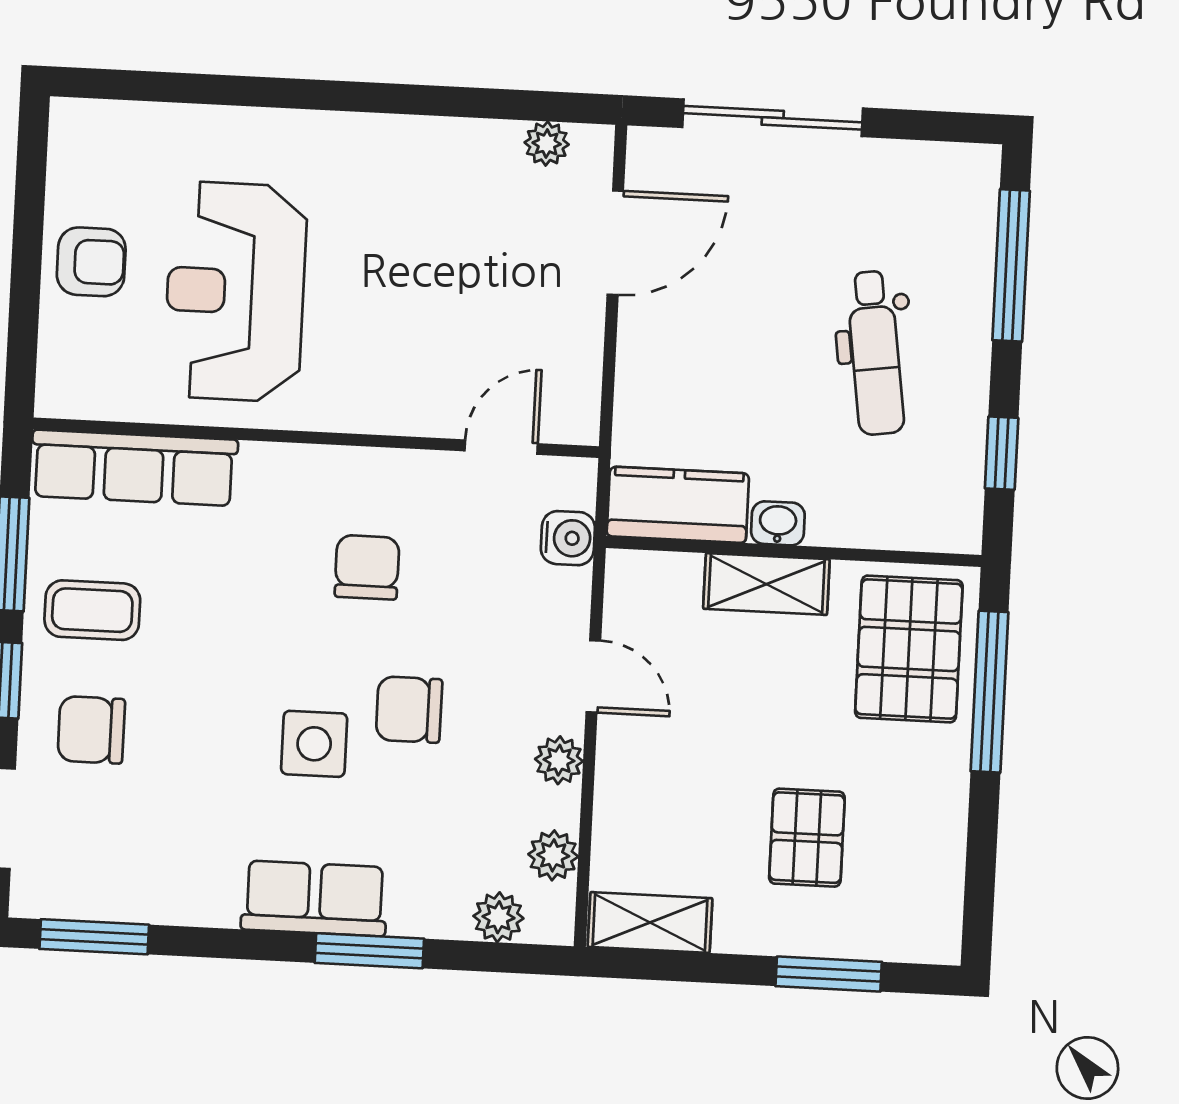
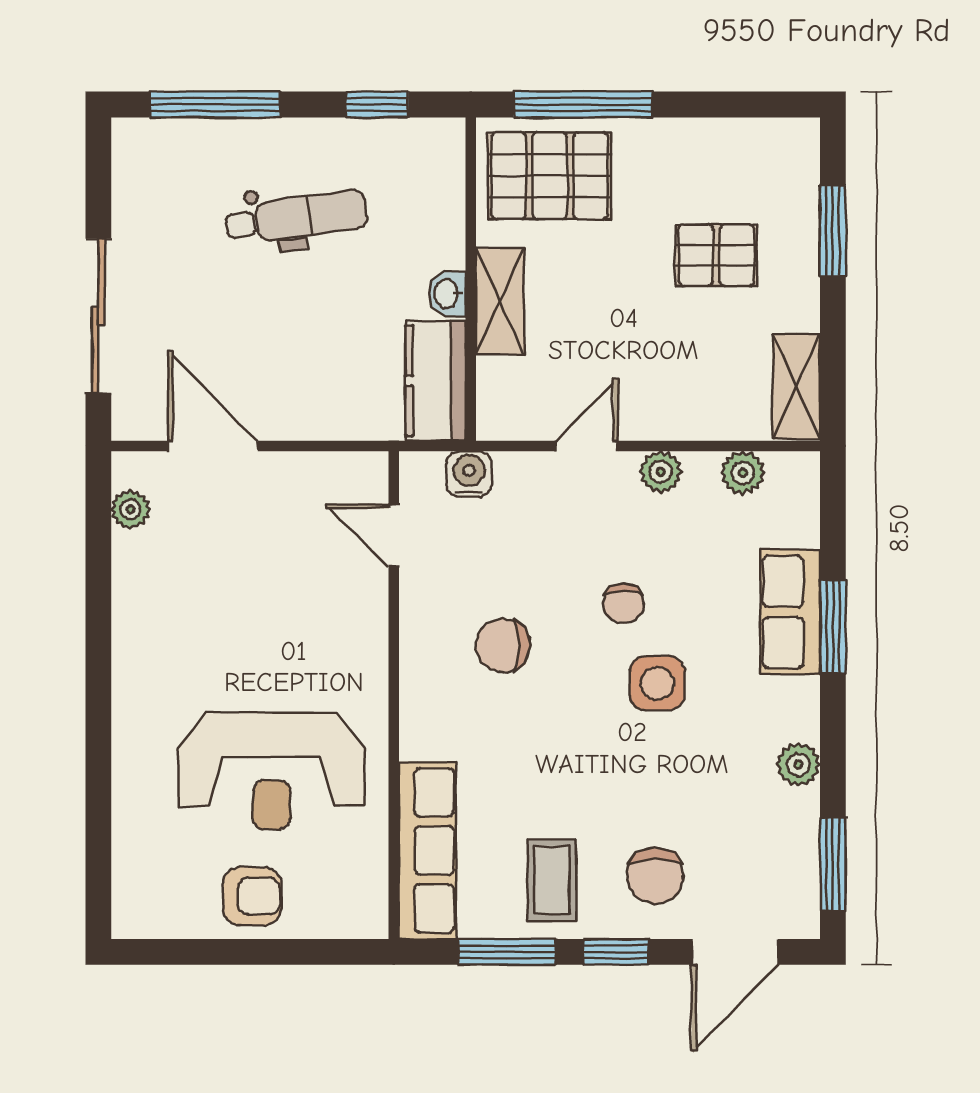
armchair: (91, 262) -> (252, 896), turned 90
chair: (409, 710) -> (624, 603), width x0.73, depth x0.73
row of seats: (314, 898) -> (790, 612), moved
plant: (498, 917) -> (798, 765), moved

